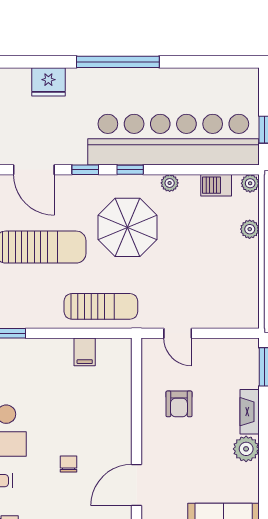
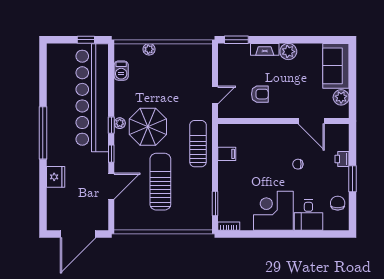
plant: (170, 183) -> (120, 123), moved
plant: (250, 183) -> (120, 49), removed

